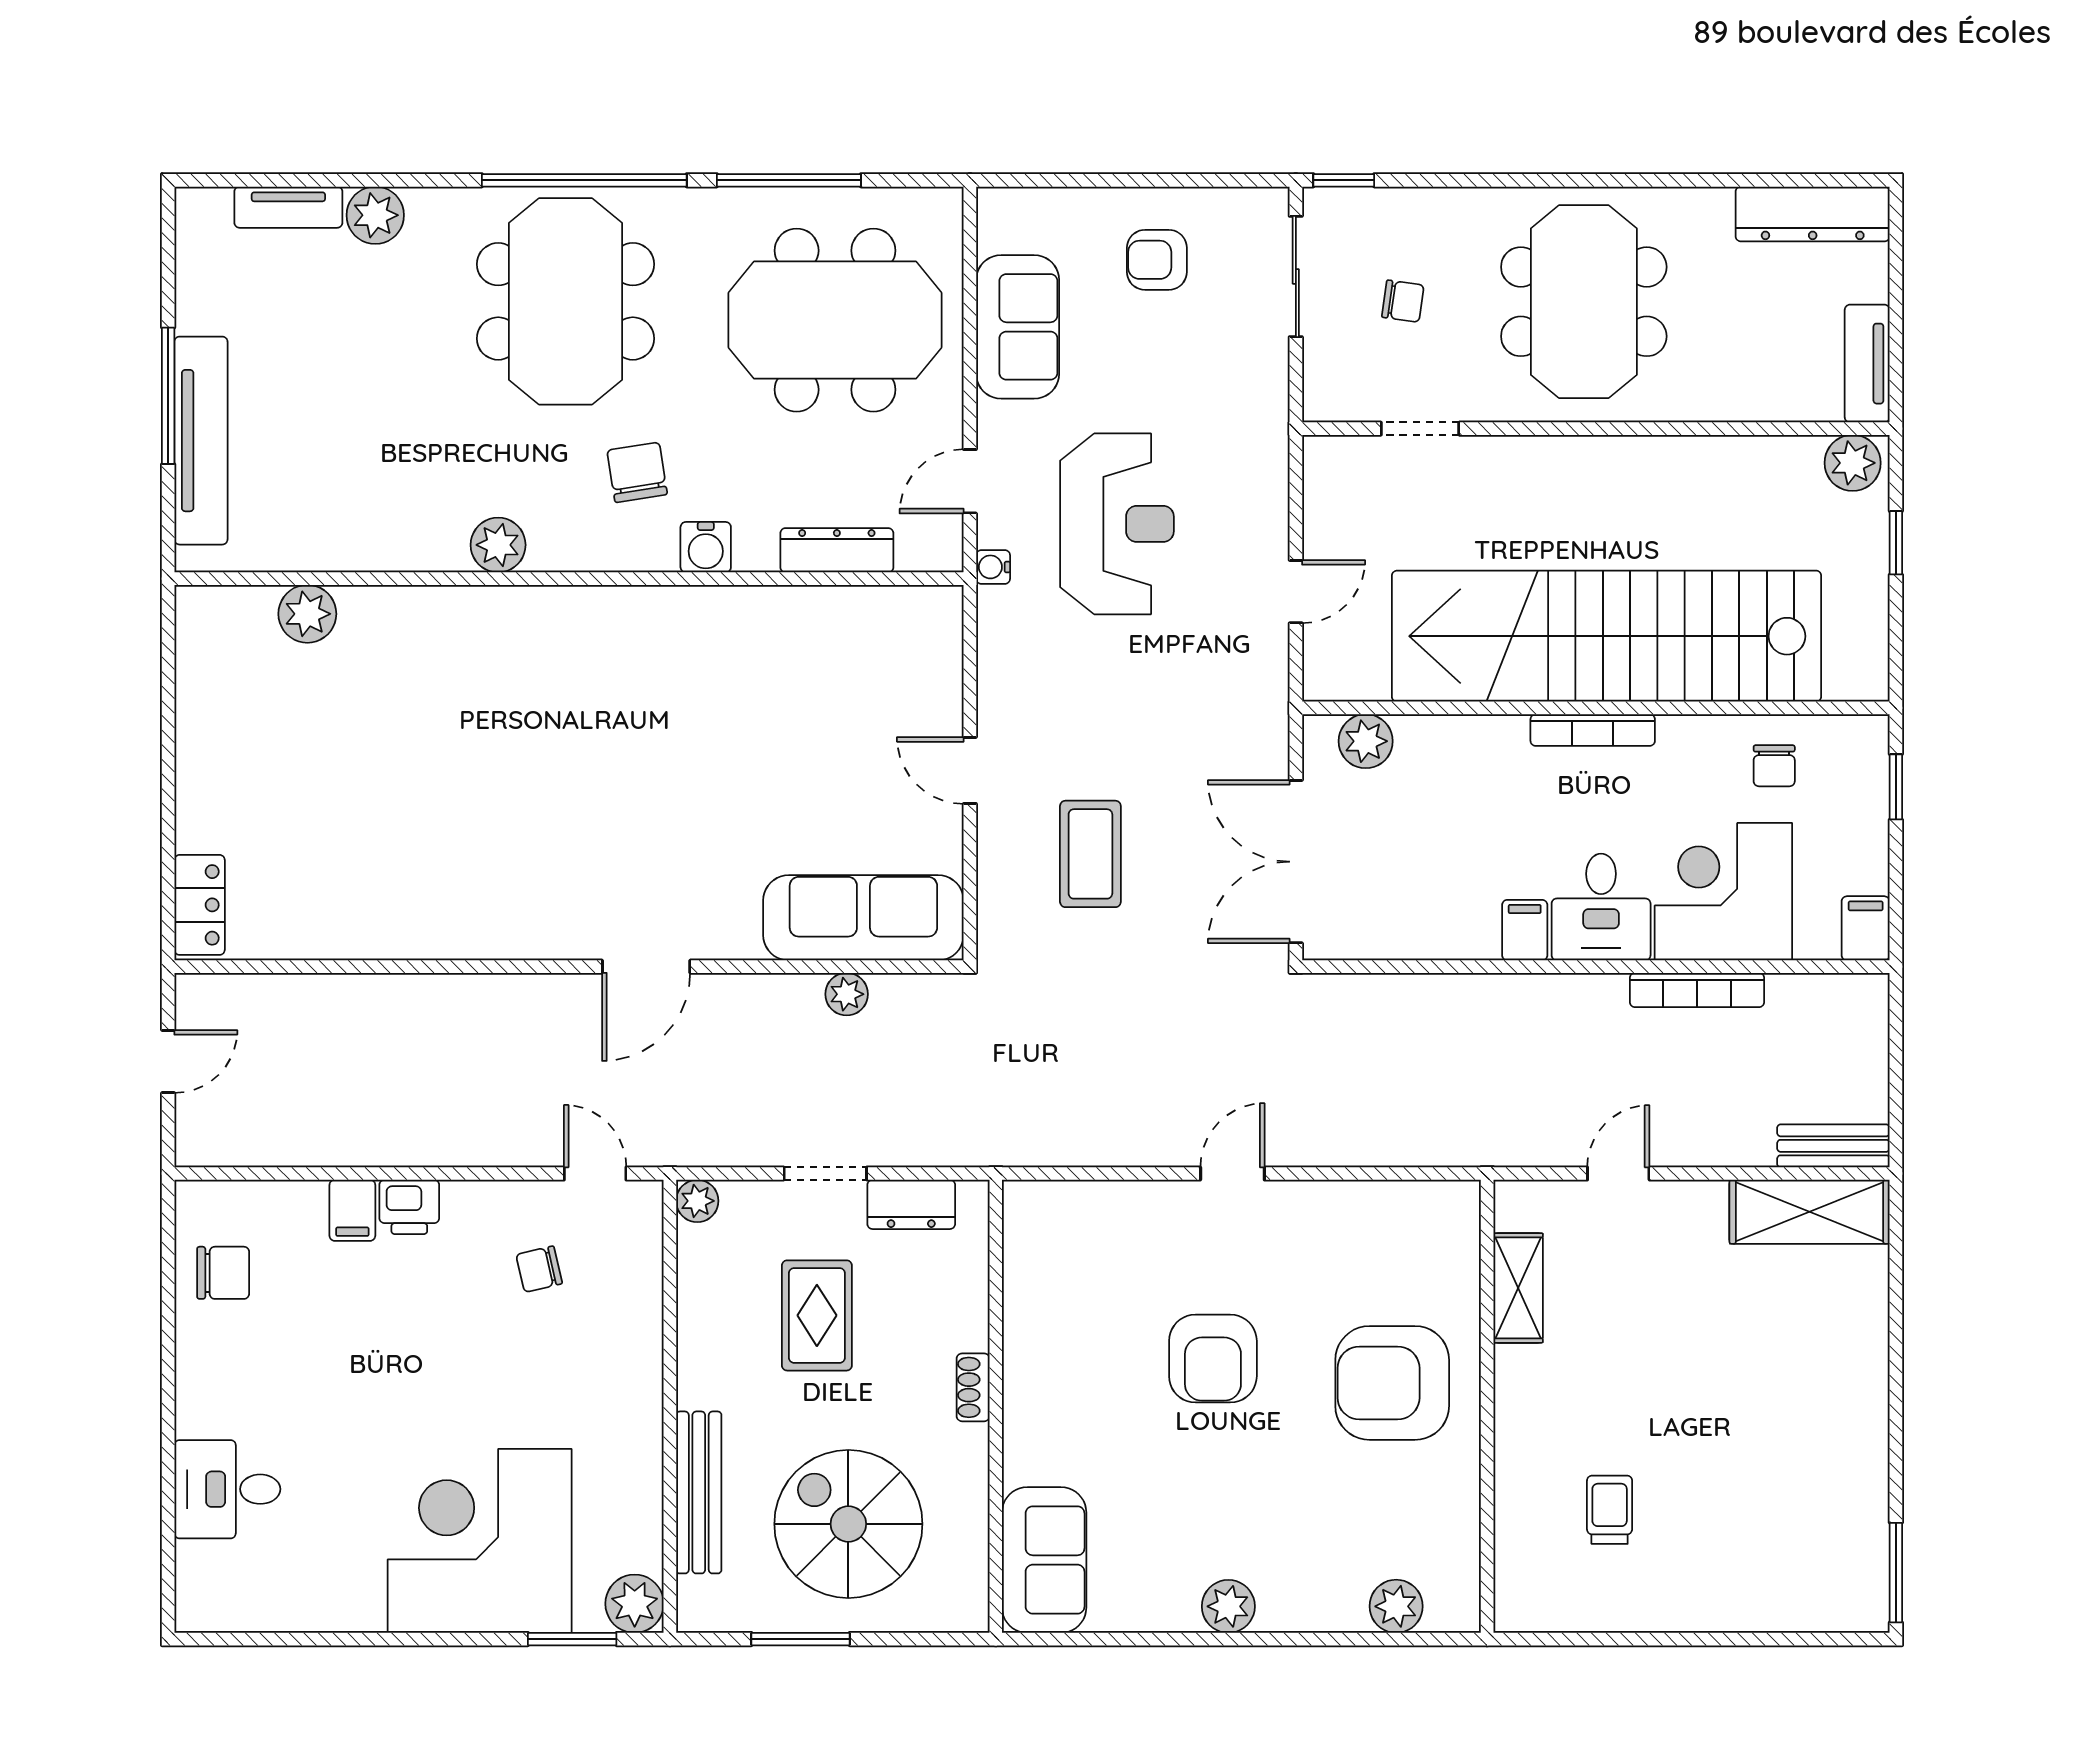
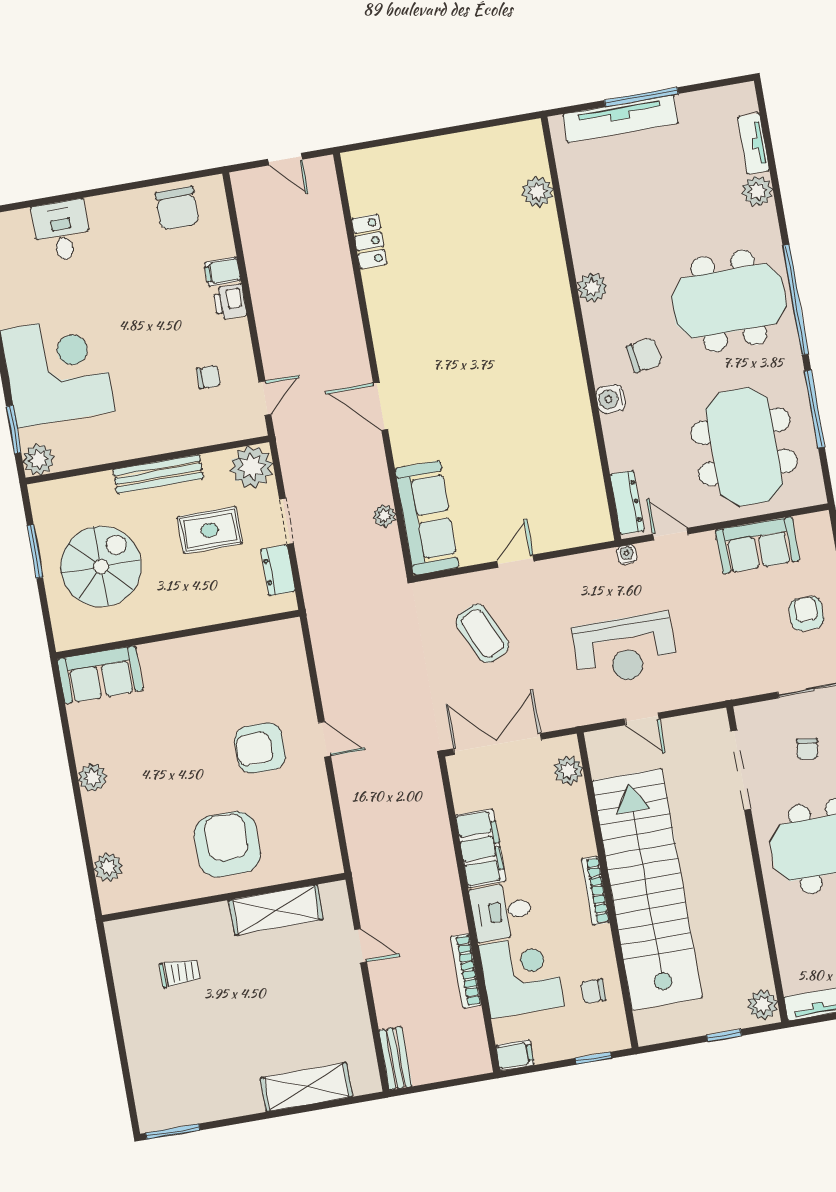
doorway: (1420, 429) -> (741, 770), width x1.88
reception desk: (1117, 524) -> (625, 649), moved
dresser: (837, 550) -> (627, 503), moved
coffee table: (1090, 854) -> (482, 633), turned 65
locker: (200, 905) -> (369, 241), moved, turned -90
filing cabinet: (1525, 930) -> (481, 848), width x3.00, depth x1.17
plant: (697, 1201) -> (252, 467), width x1.87, depth x1.87
shelving: (1810, 1212) -> (306, 1087), moved, turned 90
chair: (539, 1269) -> (209, 377), turned 103
chair: (223, 1273) -> (177, 208), width x1.37, depth x1.37
shelving: (1518, 1288) -> (276, 910), width x1.50, depth x1.33
armchair: (1213, 1359) -> (260, 748), moved
shoe rack: (973, 1387) -> (186, 620), removed
bench: (699, 1492) -> (158, 474), moved

